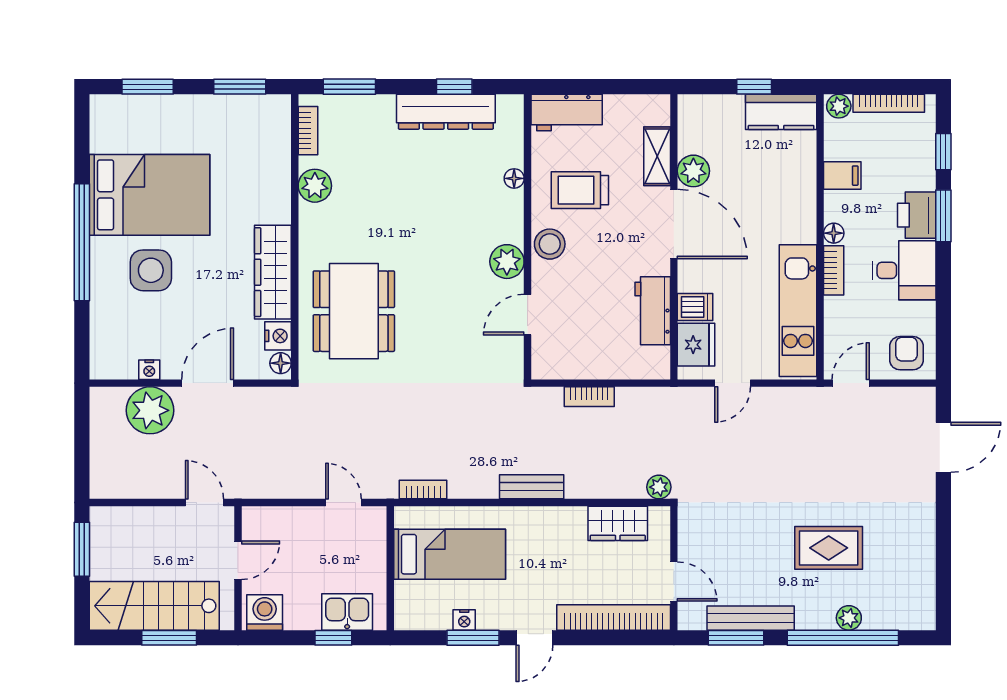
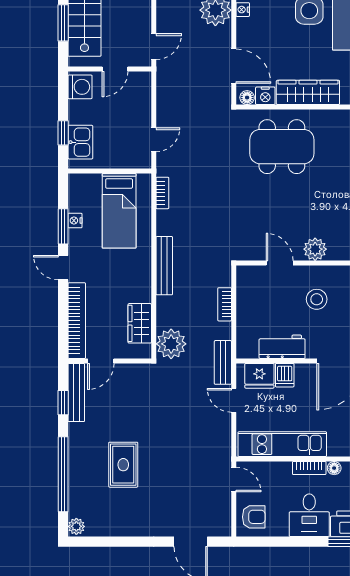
stool: (550, 244) -> (317, 299), moved
door: (208, 383) -> (234, 66), moved
bench: (676, 399) -> (223, 362), added
bench: (532, 487) -> (164, 266), width x1.36
plant: (659, 487) -> (171, 344), width x1.87, depth x1.87
door: (238, 560) -> (115, 69), hinge flipped
bench: (751, 618) -> (76, 393), moved
plant: (849, 618) -> (76, 526), moved
window: (736, 638) -> (63, 403), width x0.67

